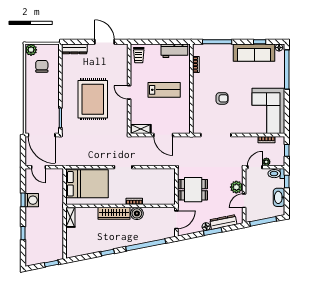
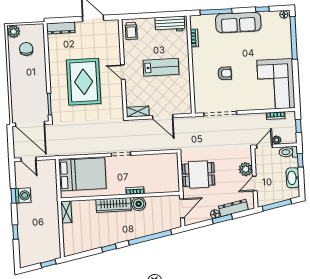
sofa: (254, 53) -> (238, 22), moved

